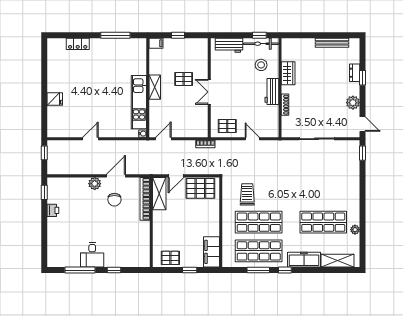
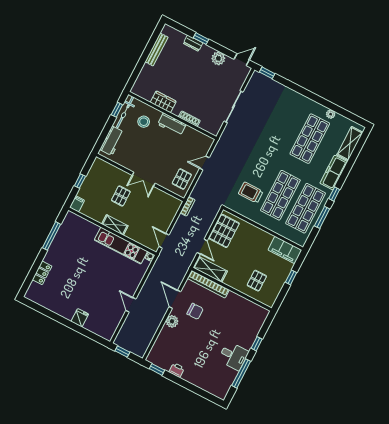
pallet: (170, 258) -> (257, 281), moved

